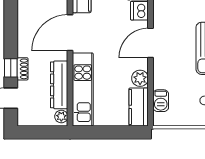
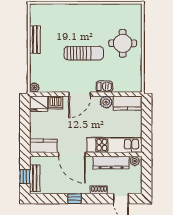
door: (151, 43) -> (80, 94), hinge flipped
window: (11, 68) -> (74, 199), moved
barbecue: (161, 101) -> (104, 87), moved

